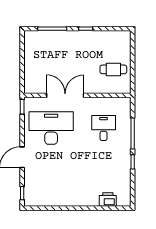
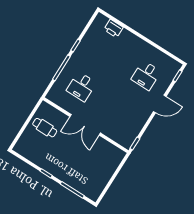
double door: (65, 95) -> (85, 125), moved
desk: (51, 128) -> (146, 75), moved, width x0.53, depth x0.77

